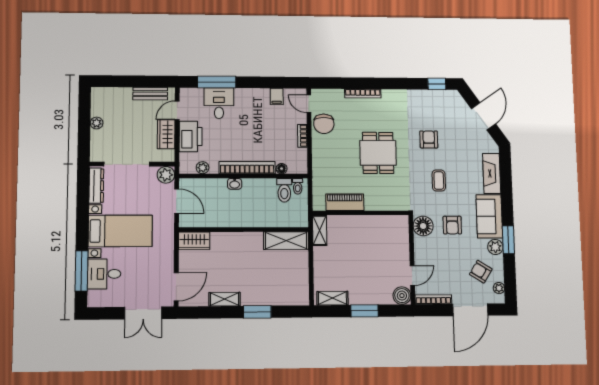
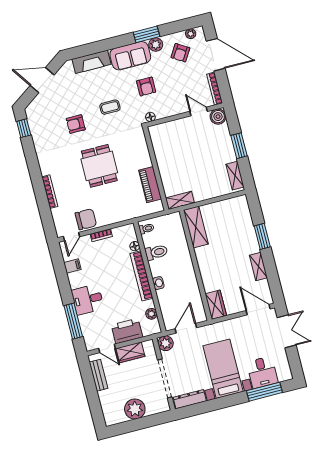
desk: (219, 103) -> (88, 299), moved
plant: (97, 123) -> (135, 409), width x1.87, depth x1.87
dining table: (378, 153) -> (99, 166), turned 90
toilet: (284, 190) -> (156, 252), moved
armchair: (452, 225) -> (146, 87), turned 90
floor lamp: (423, 226) -> (150, 117), width x0.53, depth x0.53

